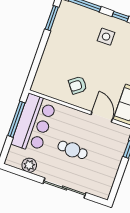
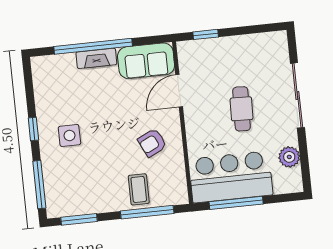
window: (36, 62) -> (147, 212), added
coffee table: (53, 63) -> (139, 189), added
armchair: (78, 85) -> (152, 143), turned 101

